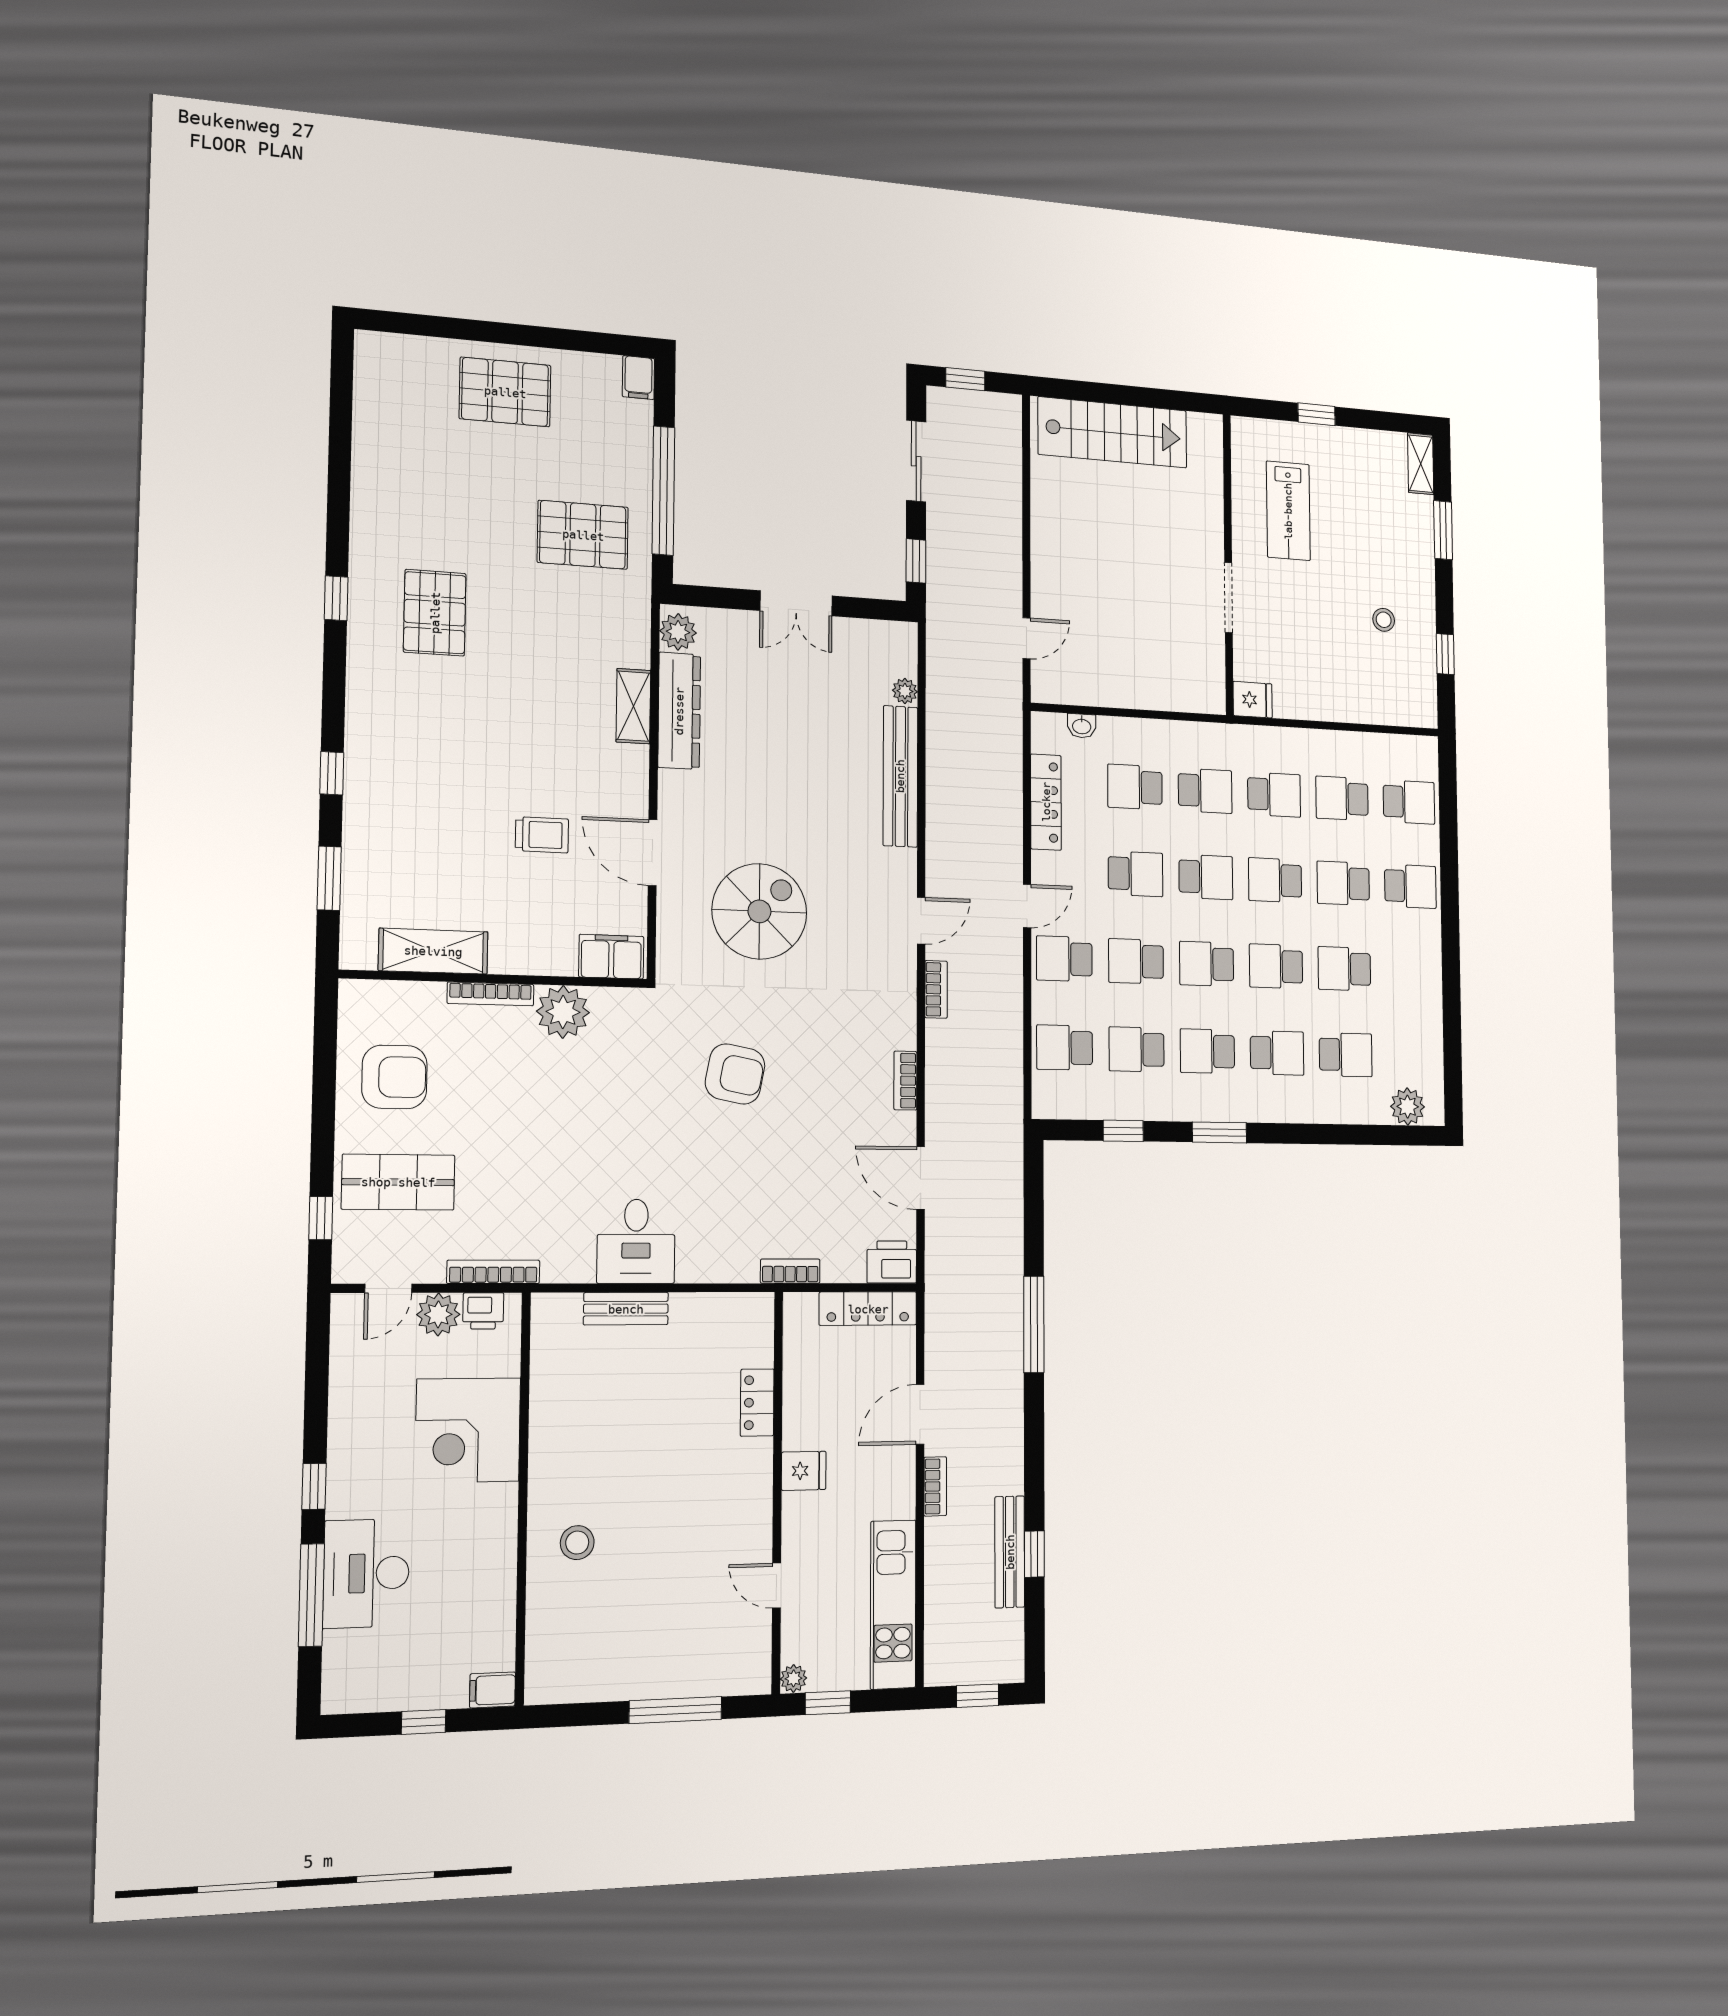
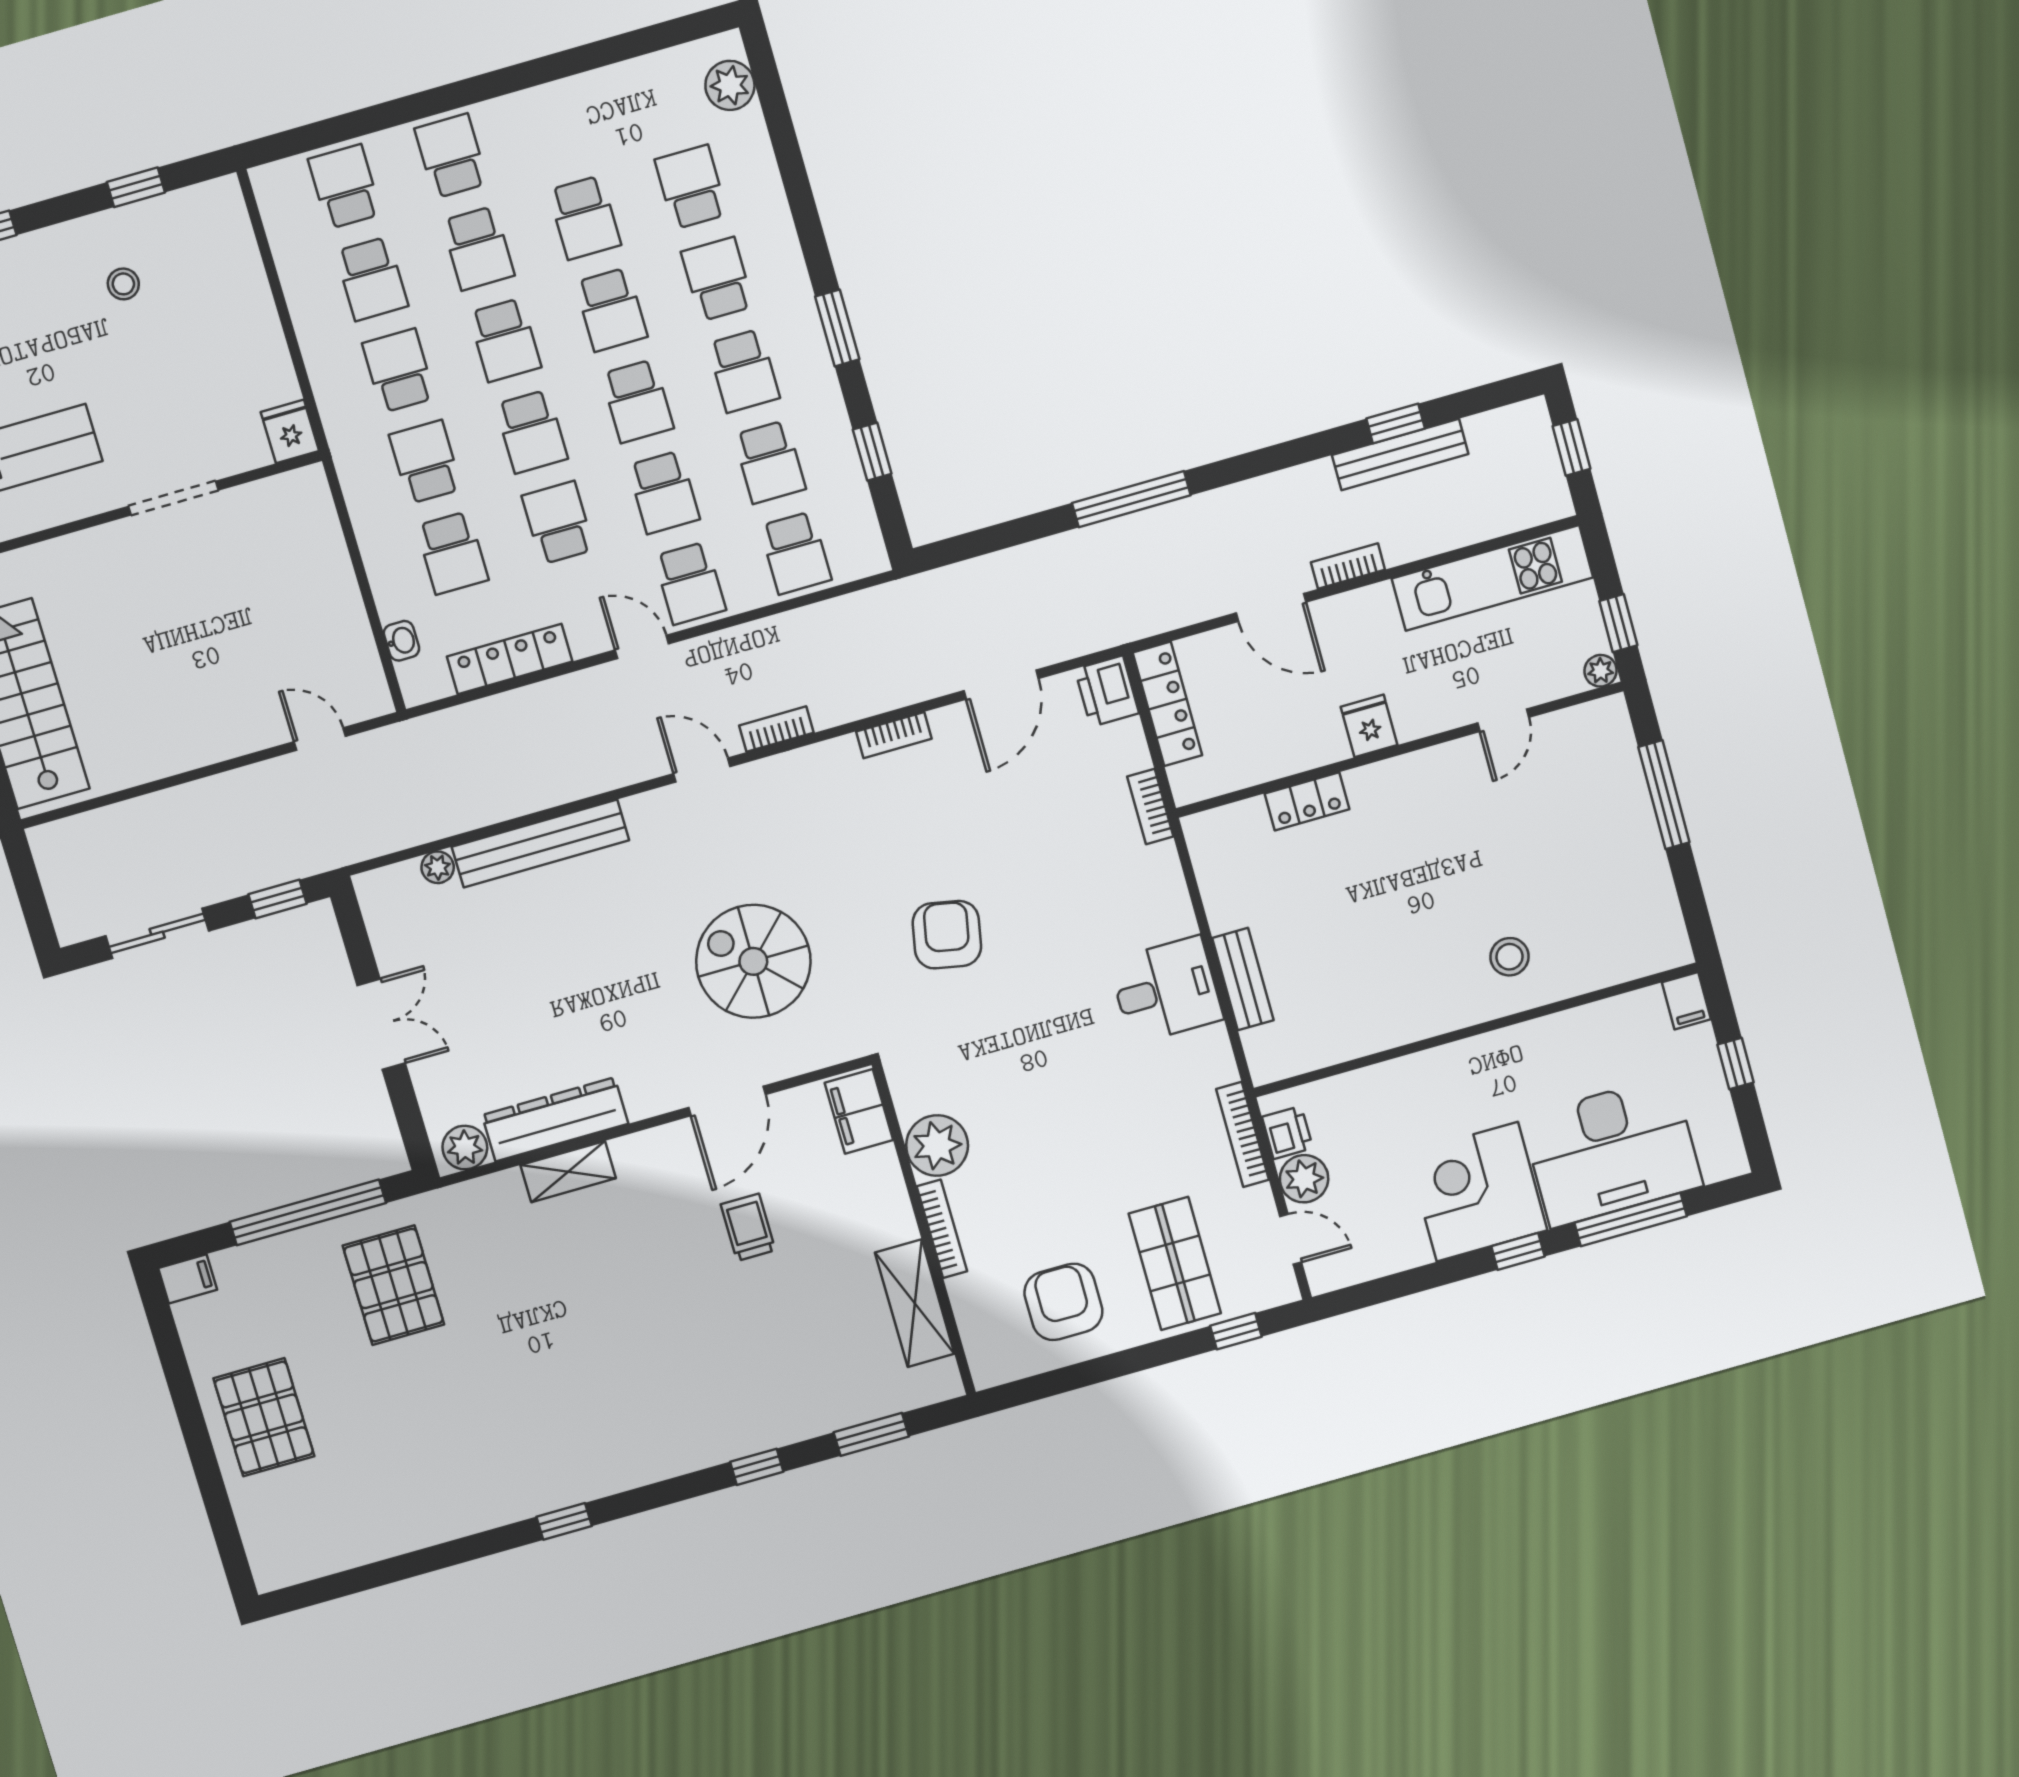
window: (965, 379) -> (33, 903), removed
pallet: (435, 613) -> (542, 1415), removed
school desk: (1206, 877) -> (531, 432), turned 180
corner desk: (468, 1430) -> (1477, 1192), moved, turned 180
desk: (366, 1573) -> (1612, 1151), width x1.36, depth x1.30

